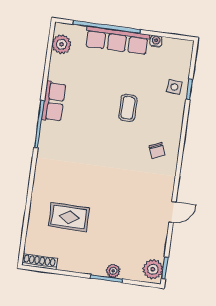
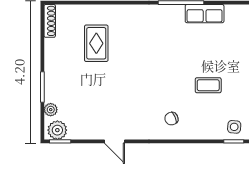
plant: (113, 271) -> (51, 110), moved

